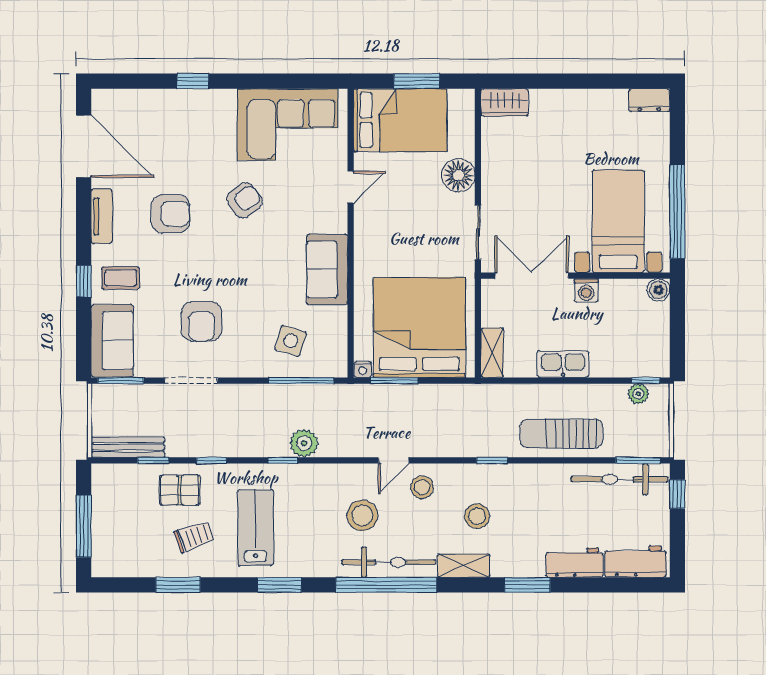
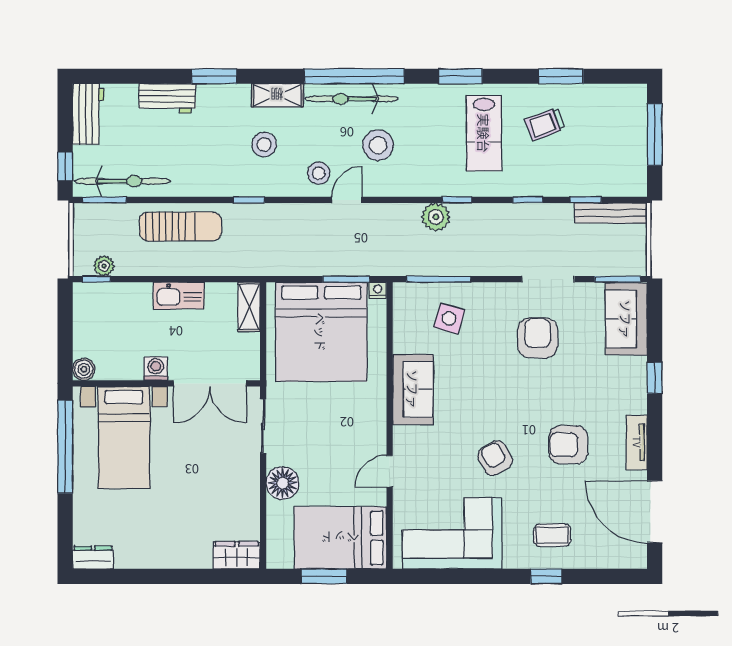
armchair: (244, 200) -> (495, 458), turned 95
coffee table: (121, 278) -> (552, 535), moved
pallet: (180, 490) -> (559, 170), removed
workbench: (636, 562) -> (88, 114), moved, turned -90

